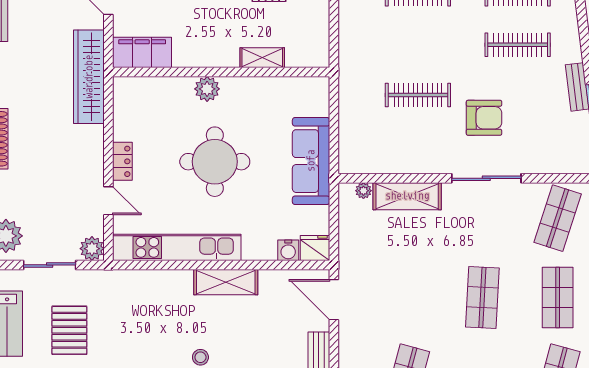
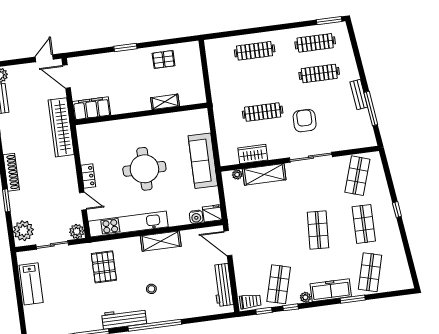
plant: (207, 89) -> (134, 125), removed
armchair: (484, 118) -> (305, 121), turned -90
wardrobe: (393, 161) -> (253, 154), added
pallet: (69, 330) -> (104, 267), moved

